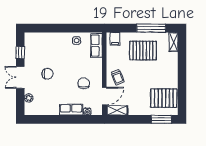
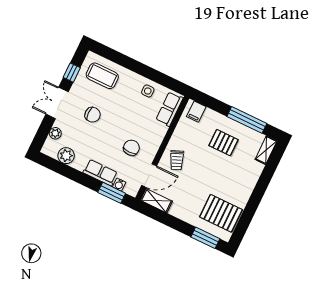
coffee table: (41, 45) -> (102, 76), added
pallet: (143, 51) -> (223, 143), width x0.67, depth x0.71
plant: (43, 109) -> (66, 156), added
window: (85, 119) -> (112, 193), added

